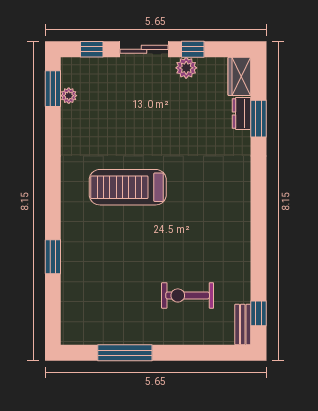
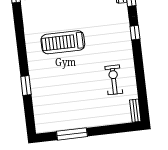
exercise bike: (188, 295) -> (114, 80), moved, turned 90
window: (258, 313) -> (135, 33), moved

